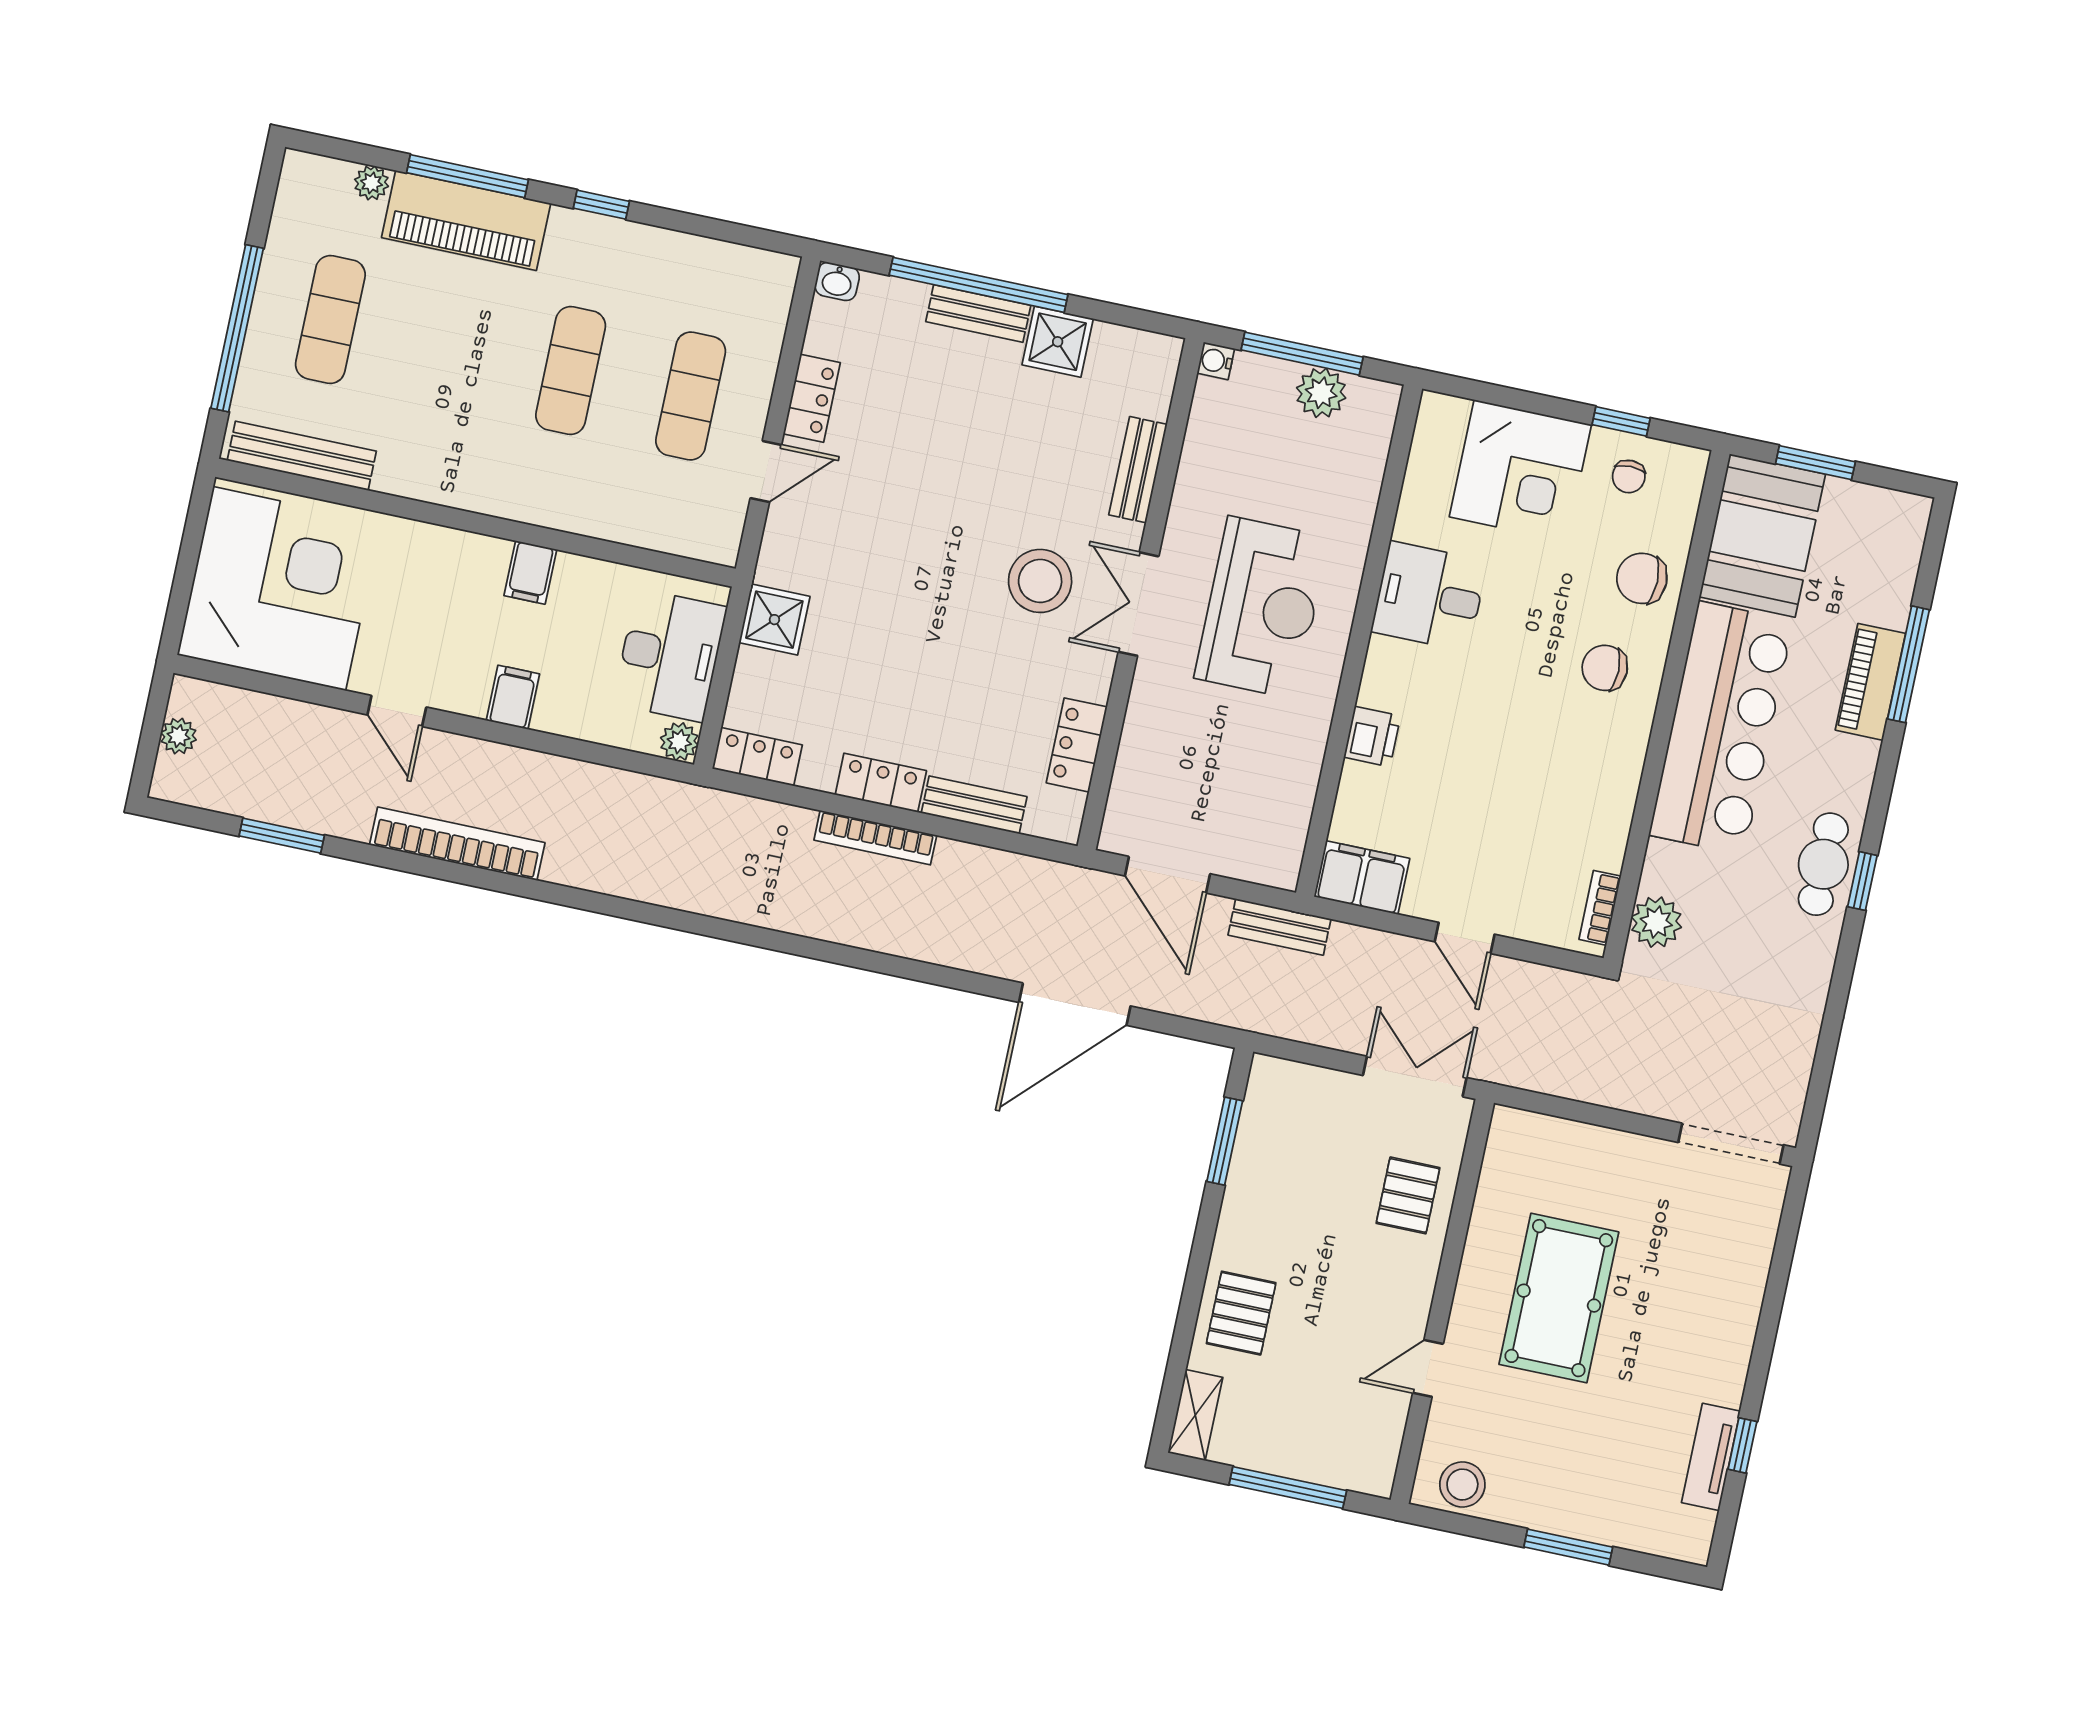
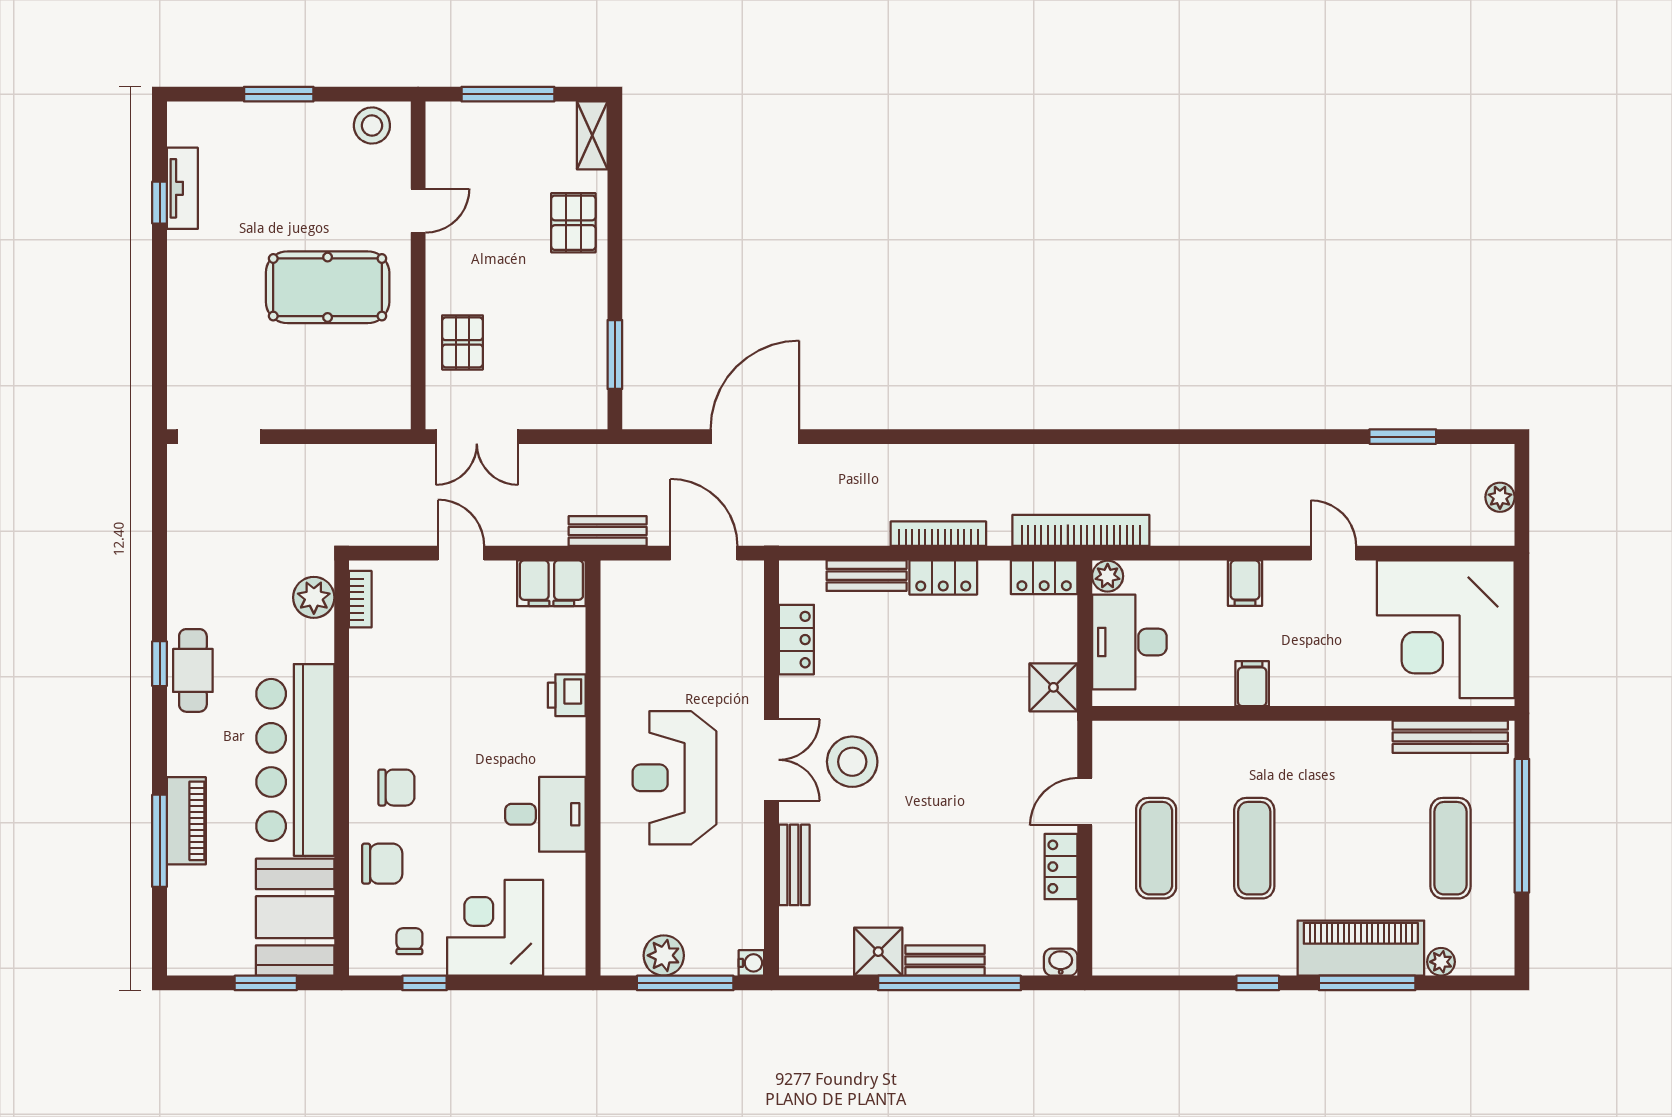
bookcase: (457, 844) -> (1081, 530), moved, turned 180
pool table: (1559, 1298) -> (328, 287), turned 90

